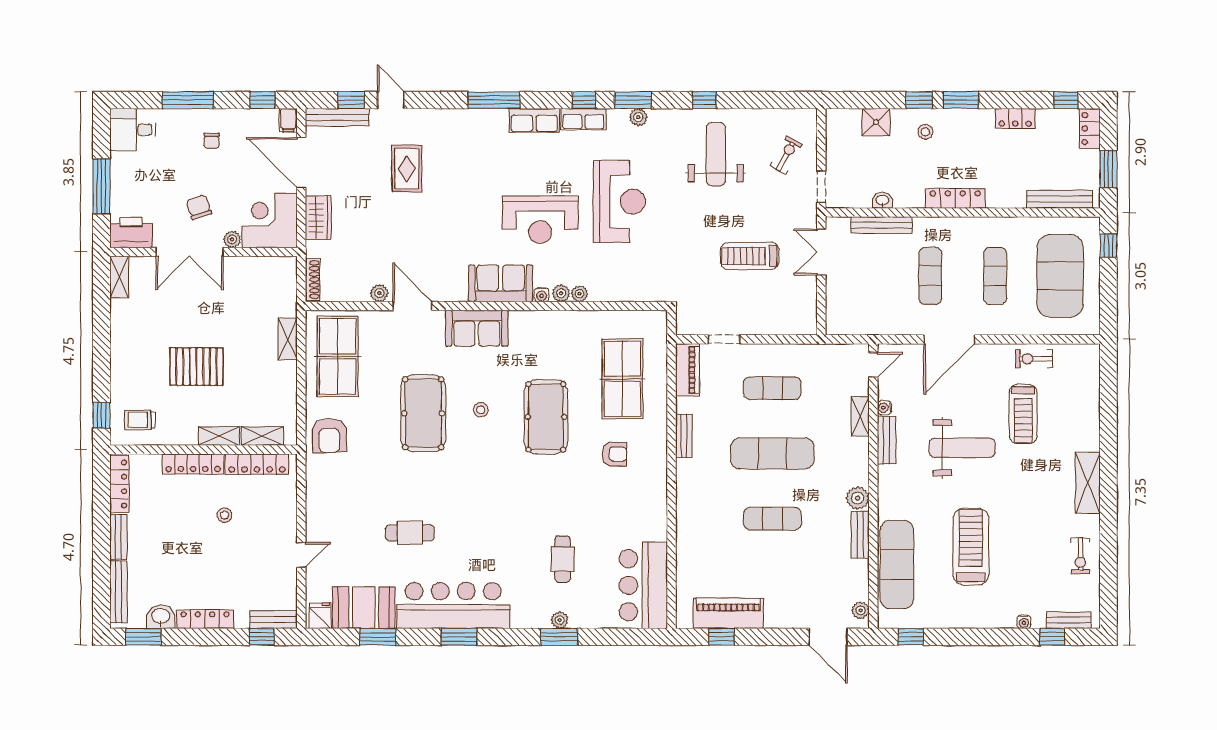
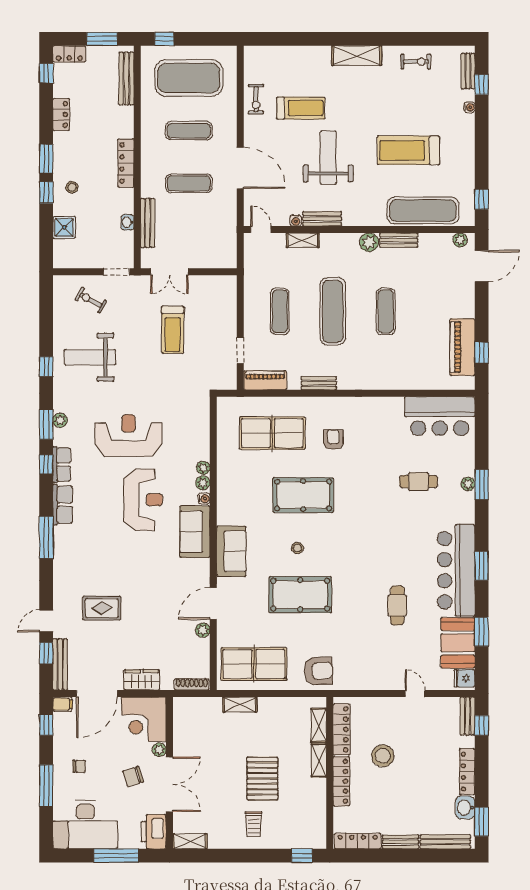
desk: (133, 130) -> (85, 825), width x1.87, depth x1.30
trolley: (140, 420) -> (254, 824), moved
stool: (225, 515) -> (383, 756), width x1.89, depth x1.89

